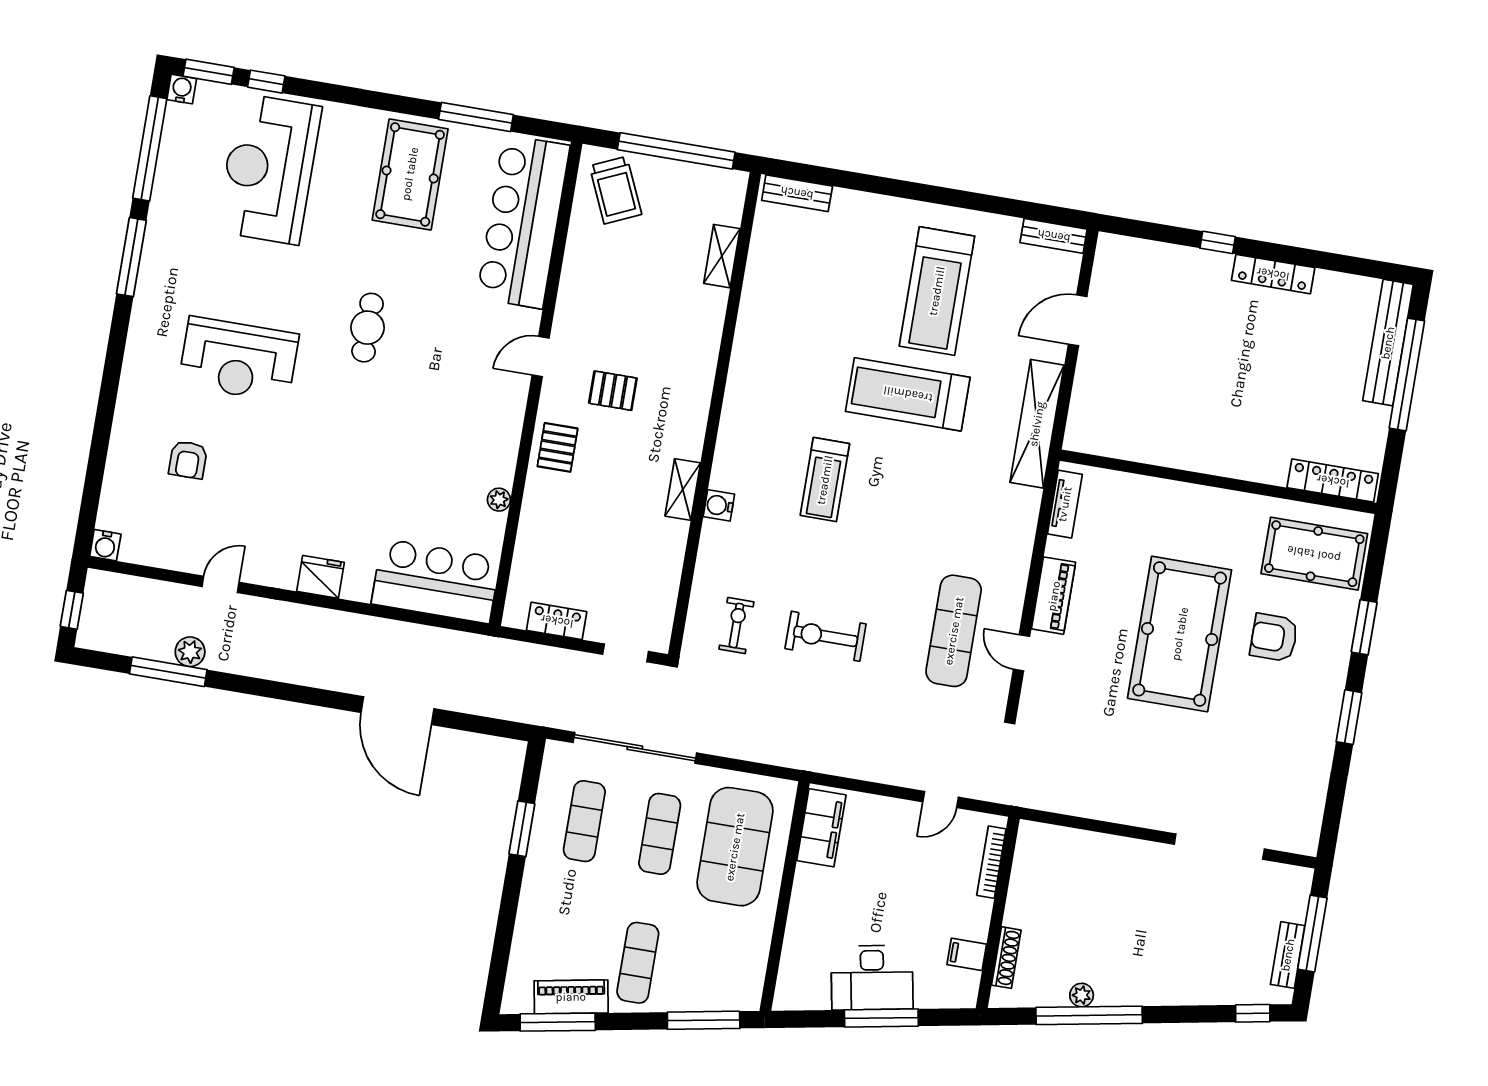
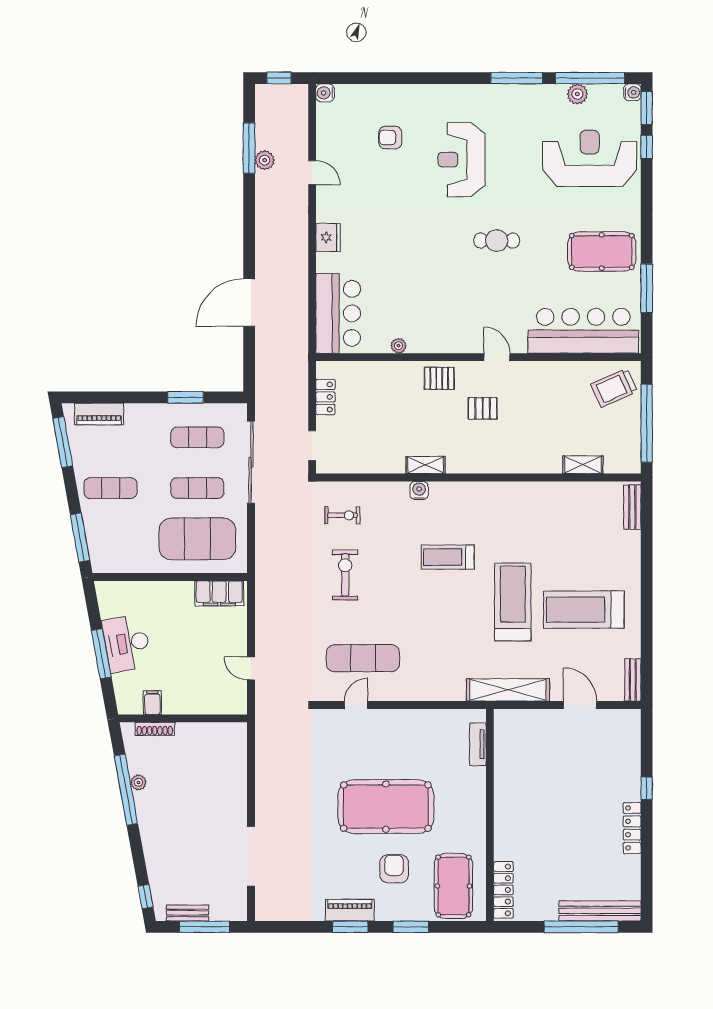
plant: (170, 171) -> (577, 94), added
pallet: (613, 391) -> (483, 408), turned 90
tv unit: (1065, 504) -> (478, 744), moved, turned 90
piano: (1054, 596) -> (350, 910), moved, turned 180
bookcase: (991, 862) -> (216, 709), removed
piano: (571, 997) -> (99, 414), moved, turned 100

